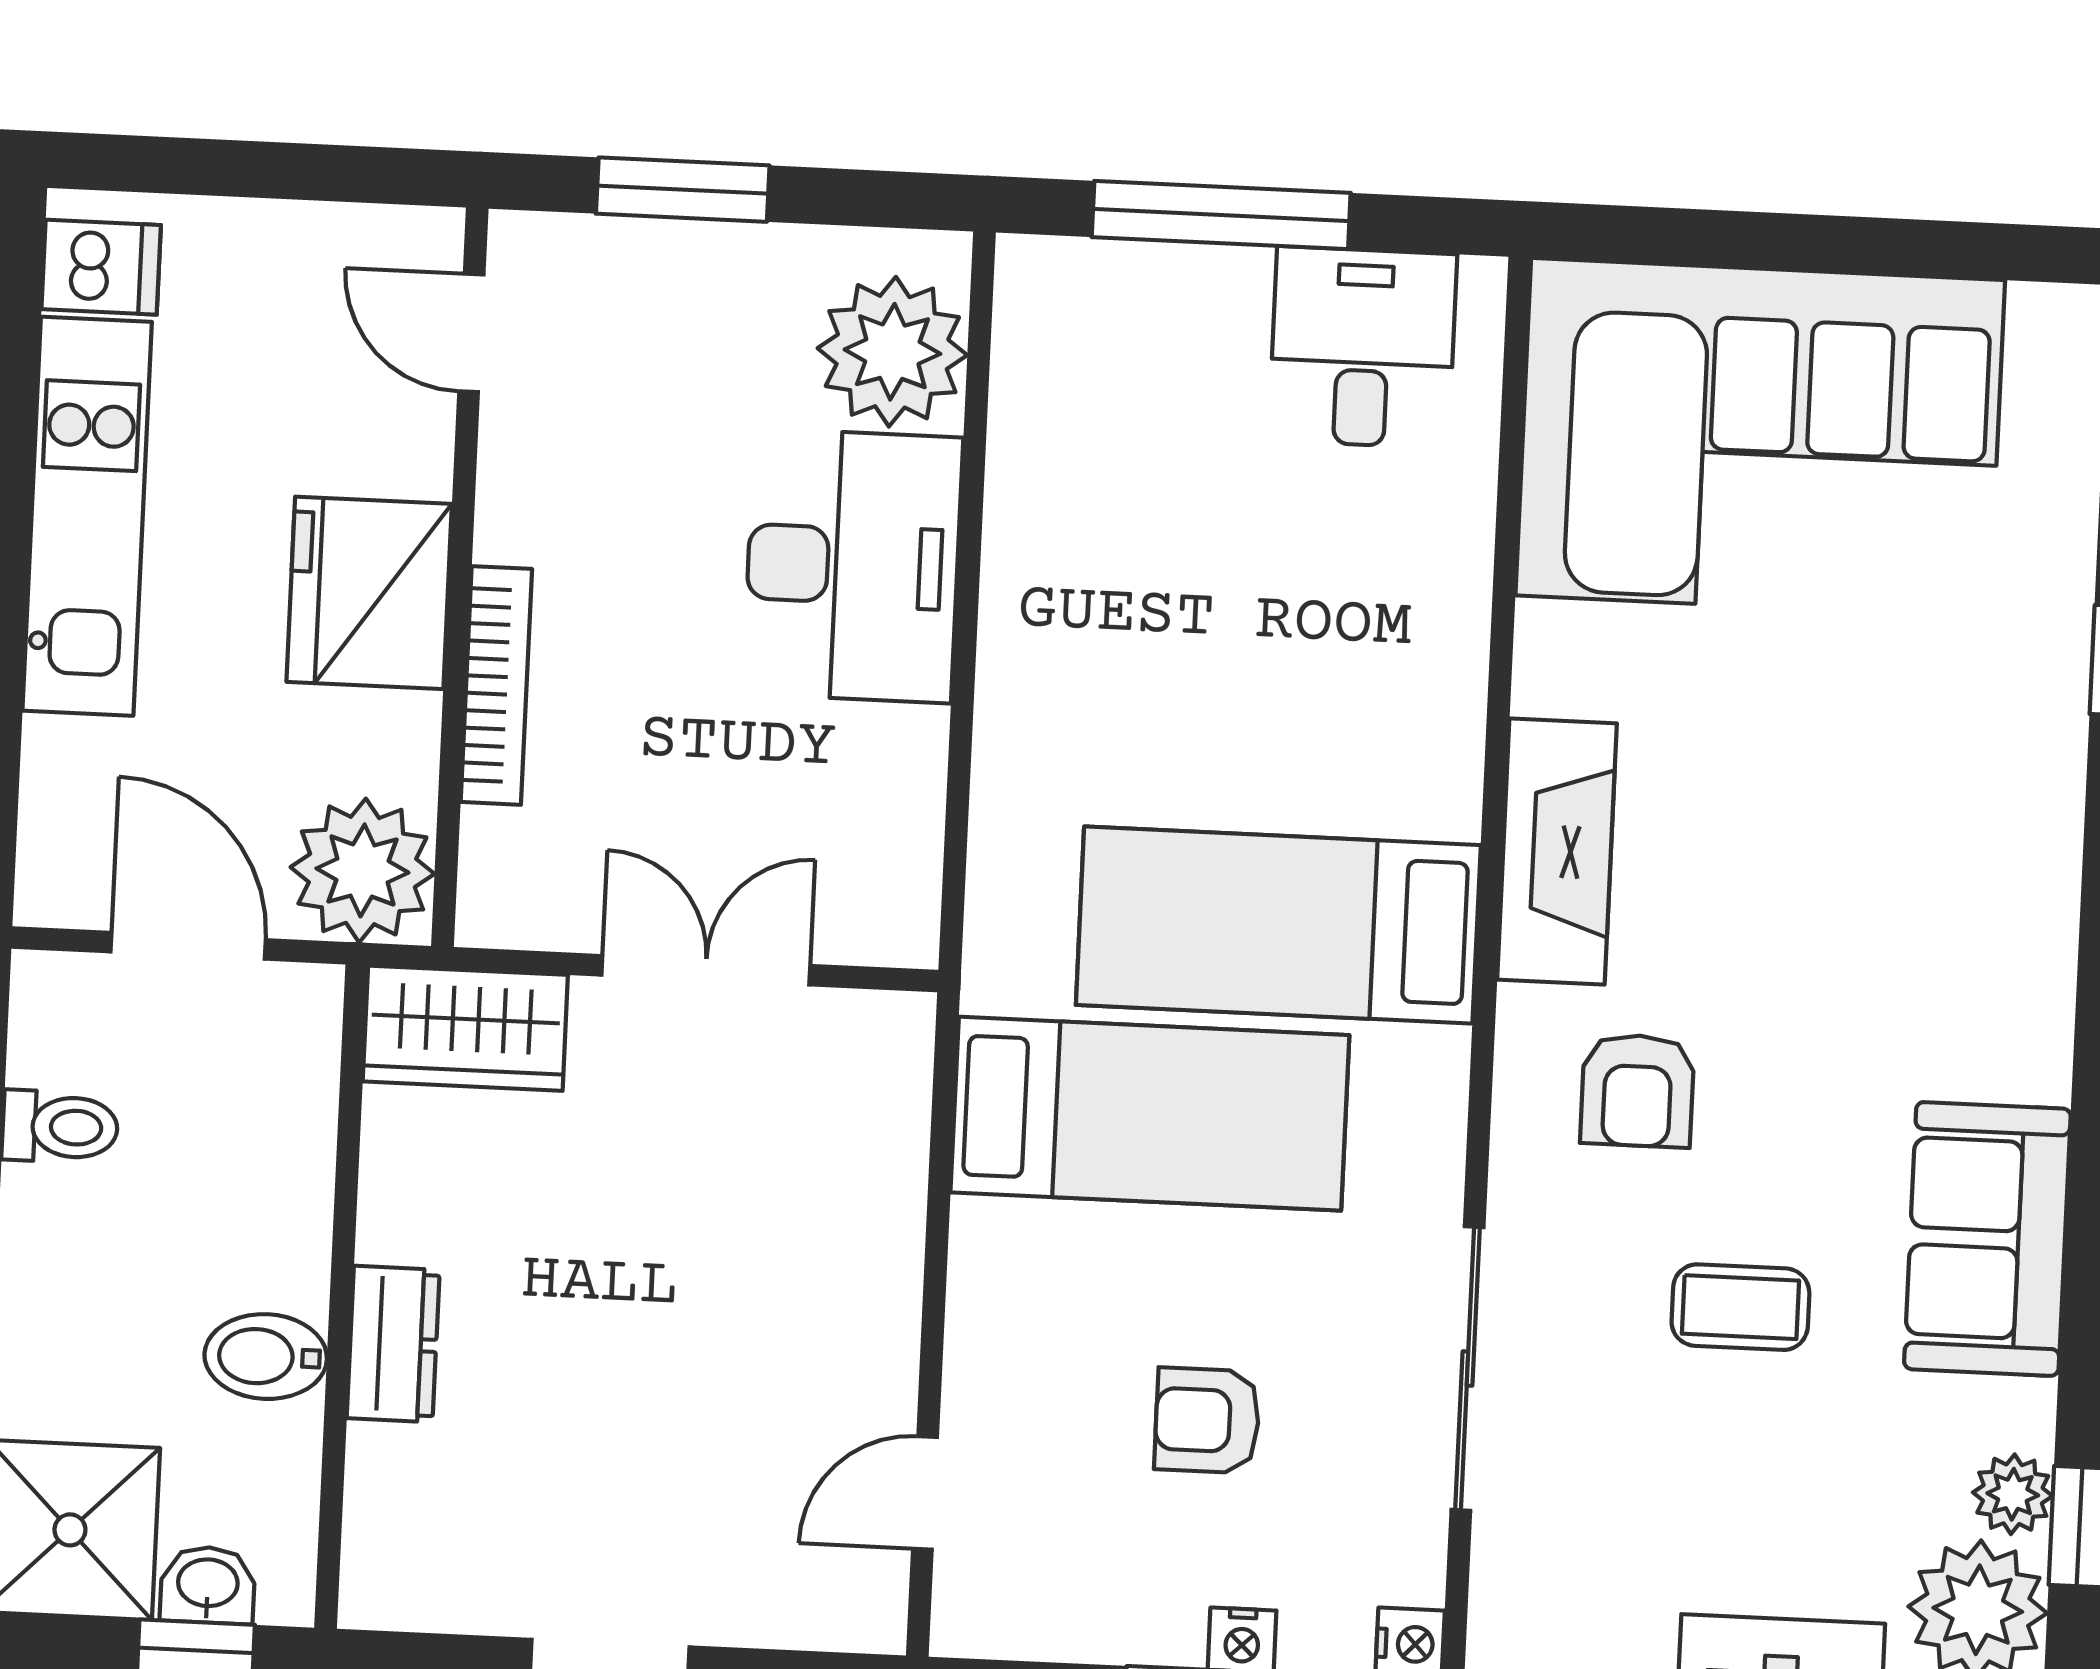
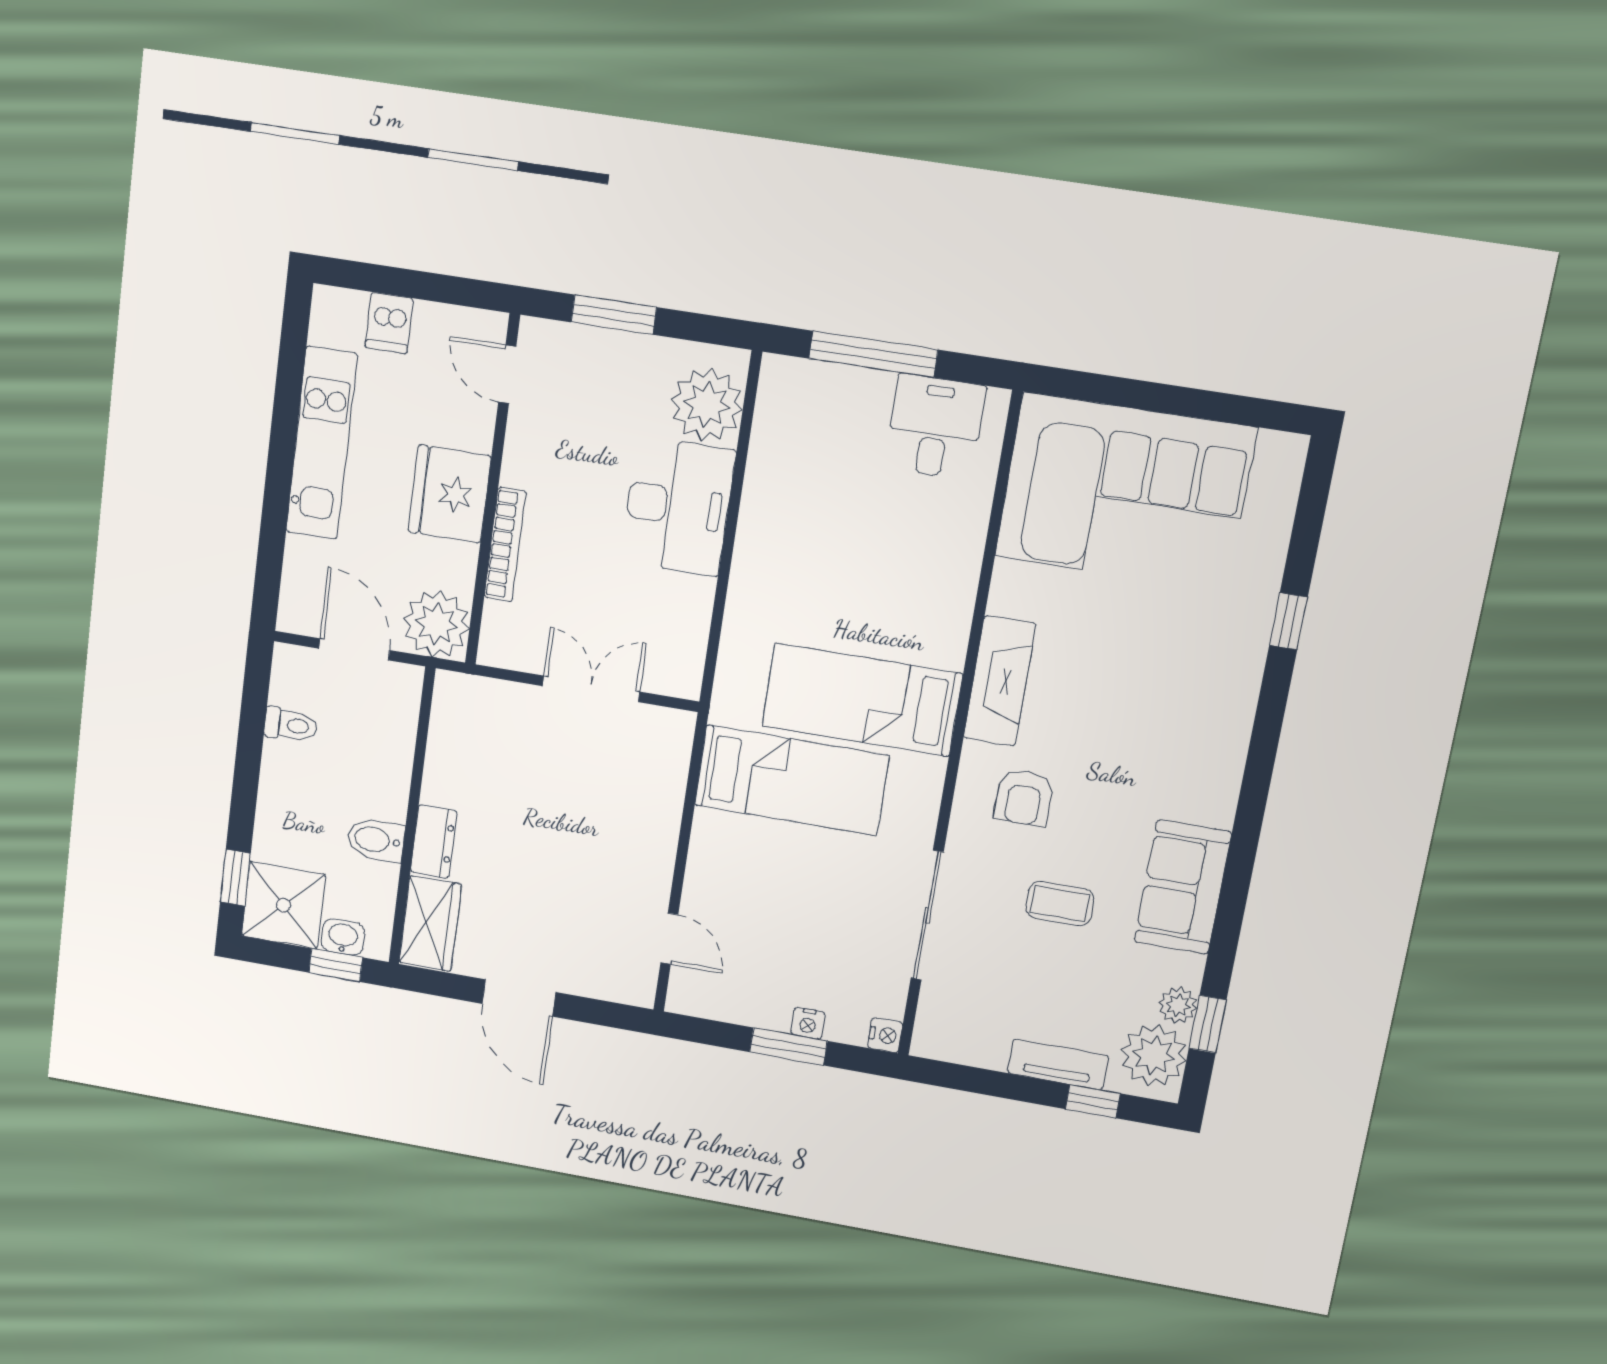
dishwasher: (101, 267) -> (389, 323), moved, turned 90
wardrobe: (465, 1028) -> (430, 924), moved, turned -90
armchair: (1207, 1420) -> (803, 923), removed
door: (925, 1493) -> (669, 939), swing flipped

